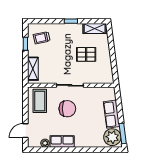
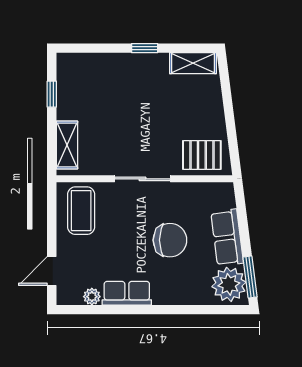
trolley: (42, 38) -> (85, 82), removed
pallet: (86, 54) -> (202, 155), moved
chair: (67, 109) -> (170, 240), moved

